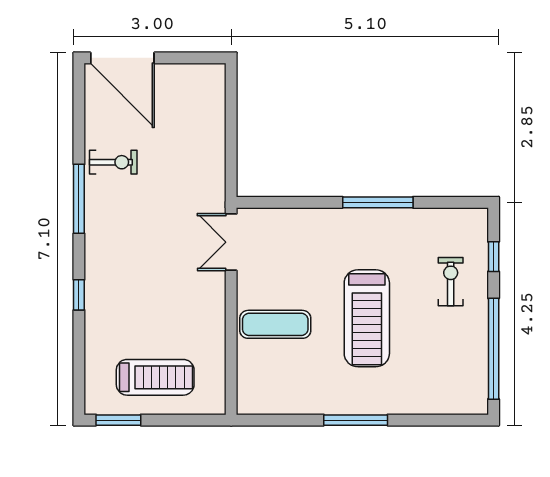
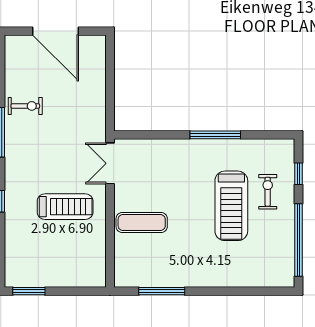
door: (122, 58) -> (56, 31), moved
treadmill: (367, 318) -> (231, 206), moved
treadmill: (155, 377) -> (65, 207), moved
window: (356, 420) -> (162, 291), moved

